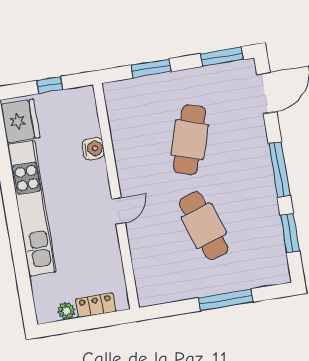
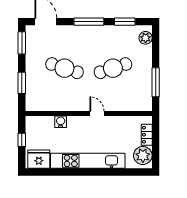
plant: (267, 275) -> (146, 38), added
window: (226, 300) -> (156, 82), moved
plant: (66, 311) -> (143, 155), width x1.88, depth x1.88

